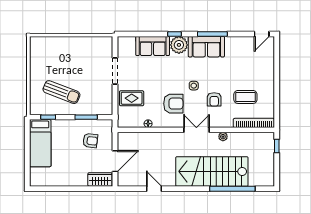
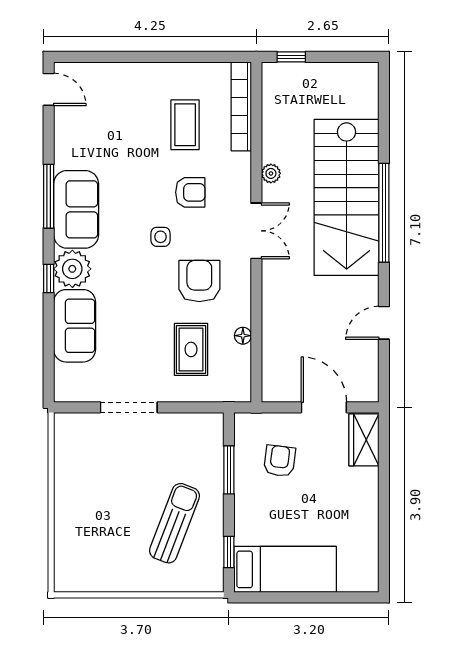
rug: (132, 98) -> (191, 349), moved
double door: (196, 130) -> (256, 231), swing flipped
window: (232, 189) -> (384, 213), moved

